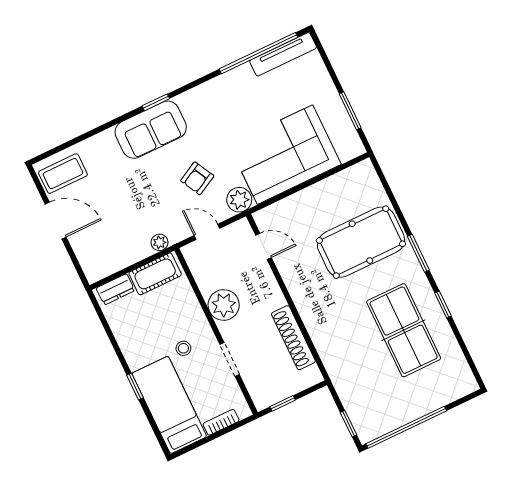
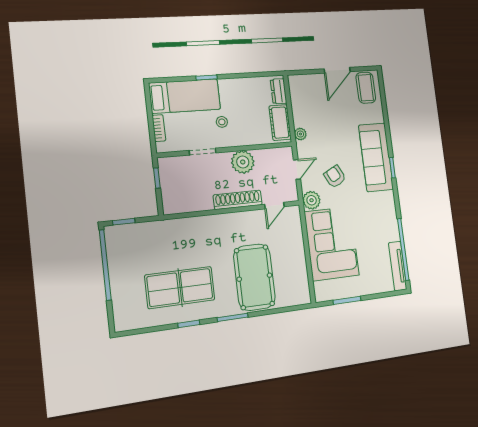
sofa: (151, 130) -> (376, 157), width x1.36
shoe rack: (293, 338) -> (238, 200), moved

